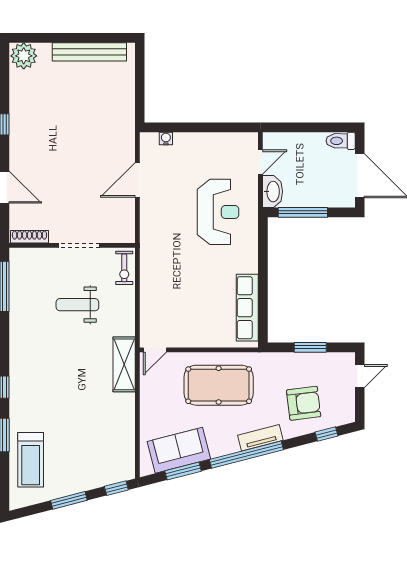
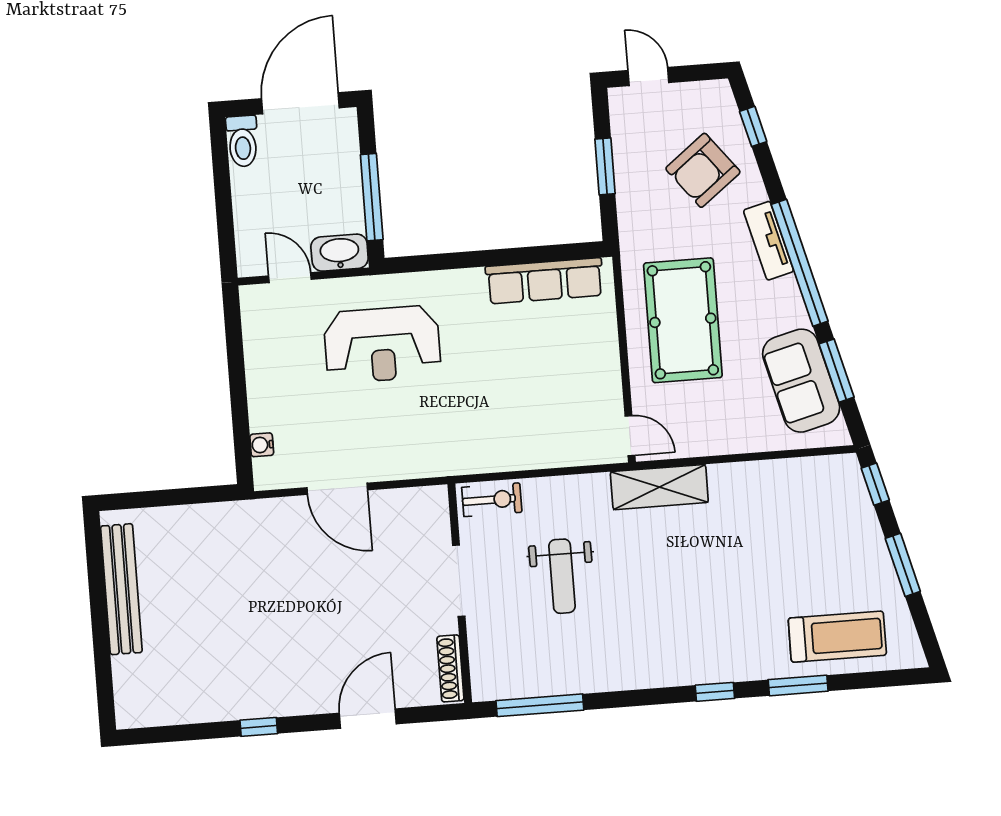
plant: (24, 56) -> (137, 703), removed
reception desk: (218, 212) -> (382, 344), turned 180
armchair: (304, 403) -> (703, 170), turned -121

